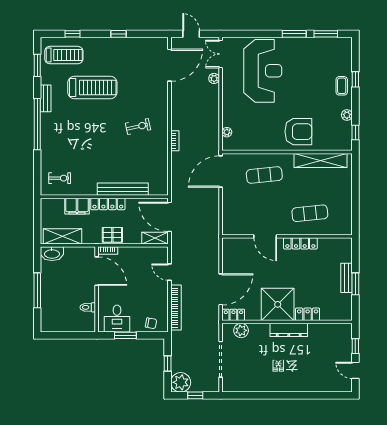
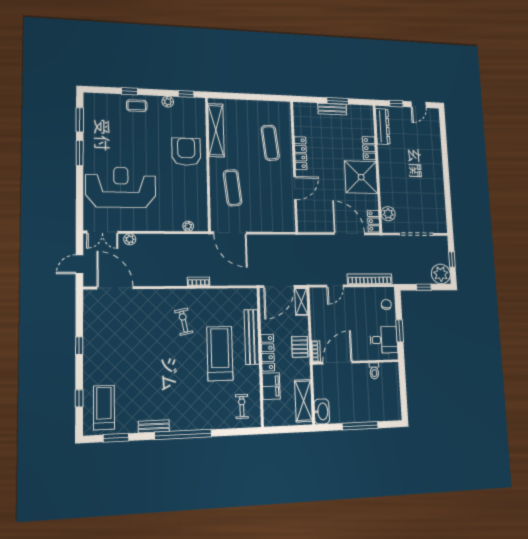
treadmill: (92, 88) -> (220, 353), moved
dresser: (289, 330) -> (383, 126), moved

